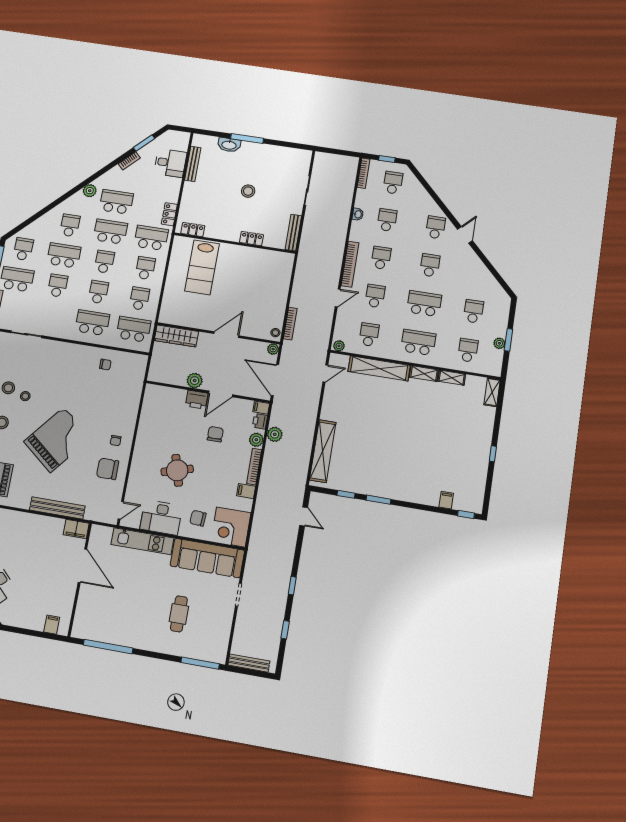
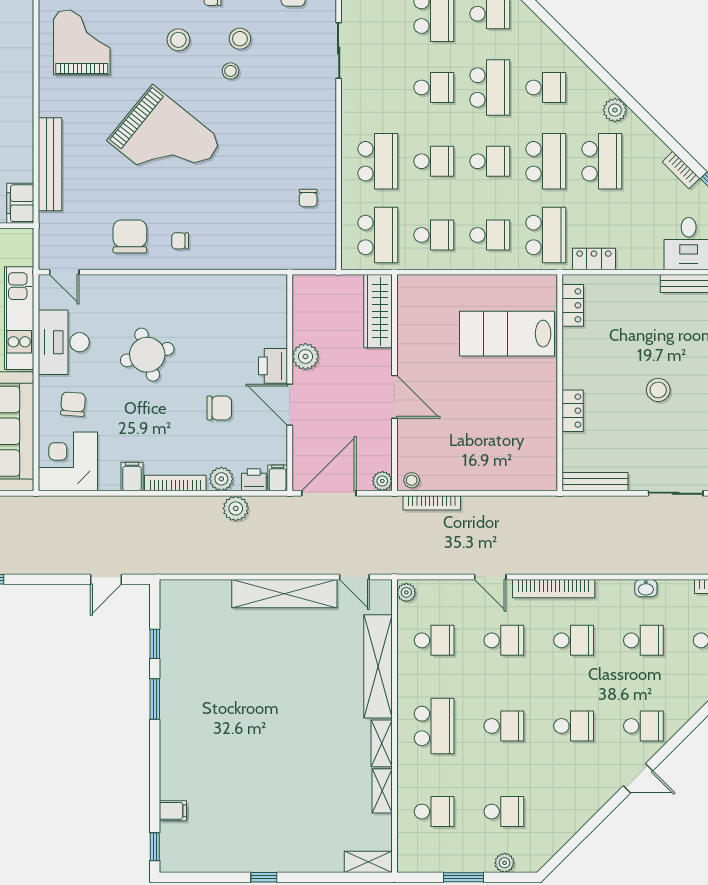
school desk: (424, 304) -> (504, 726), width x0.54
plant: (499, 343) -> (505, 863), moved
shelving: (323, 451) -> (284, 594), moved

